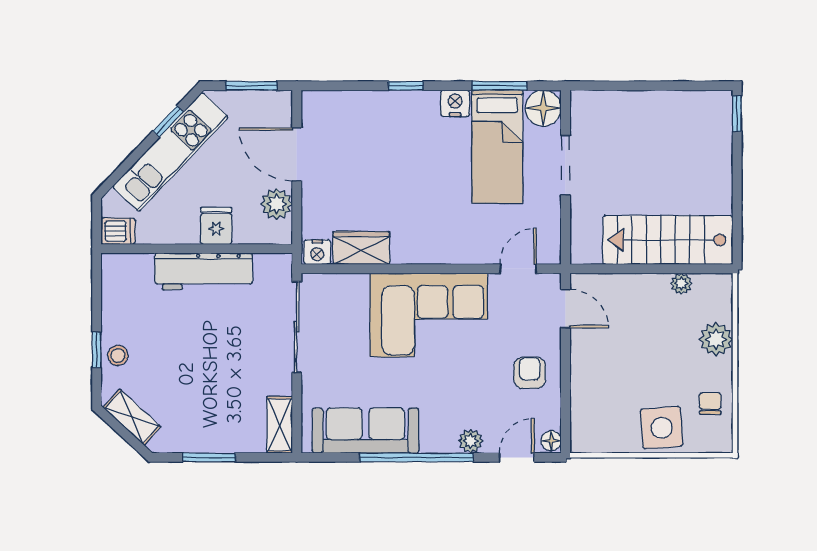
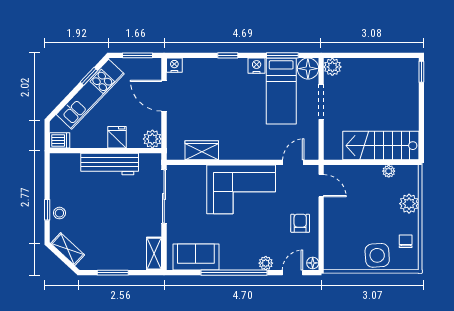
plant: (585, 105) -> (332, 67), added
plant: (277, 204) -> (152, 139), moved
nightstand: (317, 252) -> (174, 65), moved, turned 180
sofa: (365, 431) -> (196, 257), width x0.73

